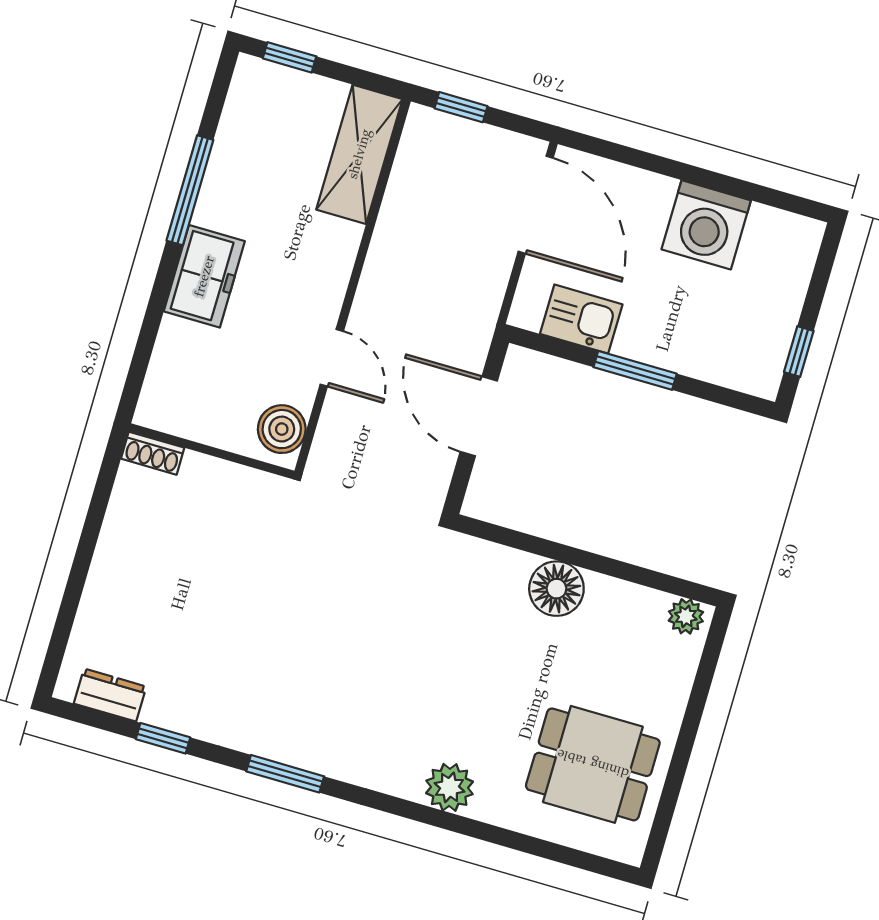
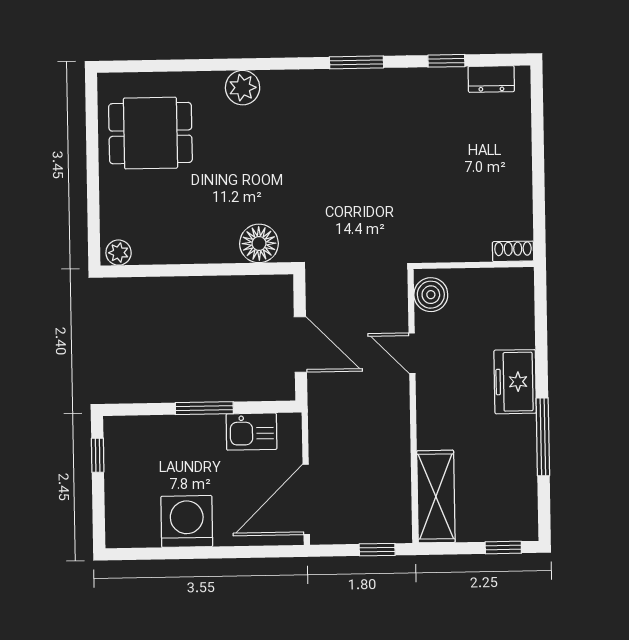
door: (536, 205) -> (306, 499), hinge flipped
floor lamp: (556, 589) -> (259, 243), moved

